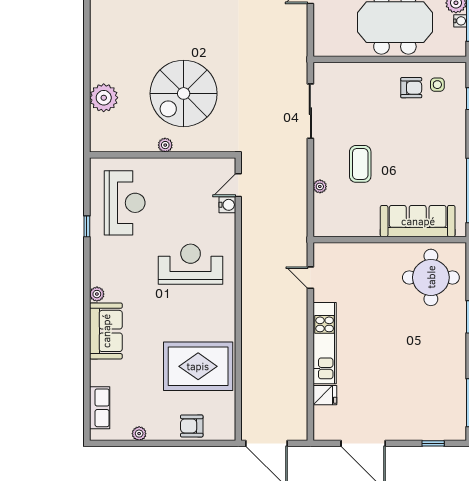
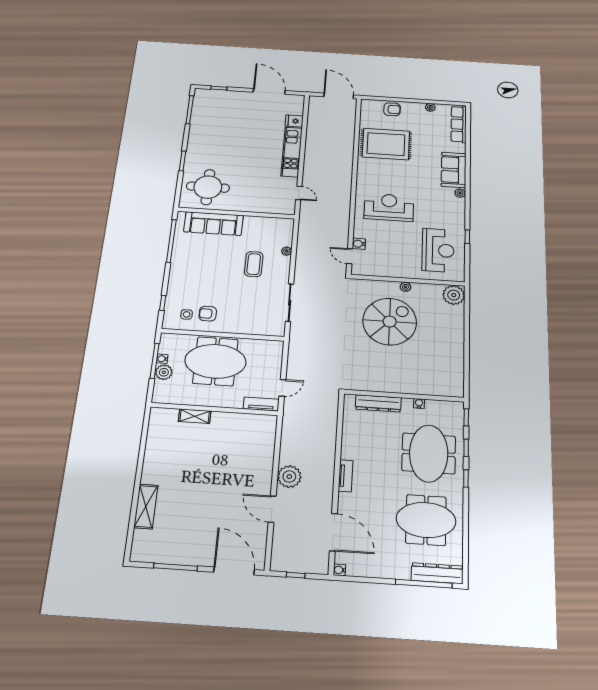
plant: (104, 98) -> (454, 295), moved
door: (238, 185) -> (350, 256), swing flipped
reception desk: (125, 203) -> (438, 250), turned 180
reception desk: (191, 264) -> (389, 207), turned 180
row of seats: (100, 408) -> (459, 124), width x1.48

